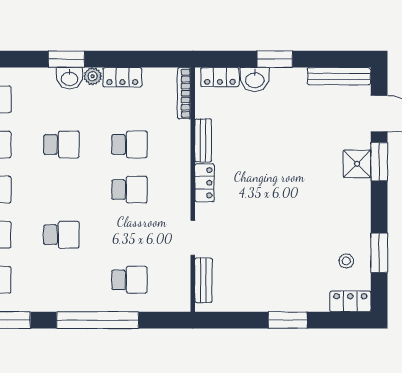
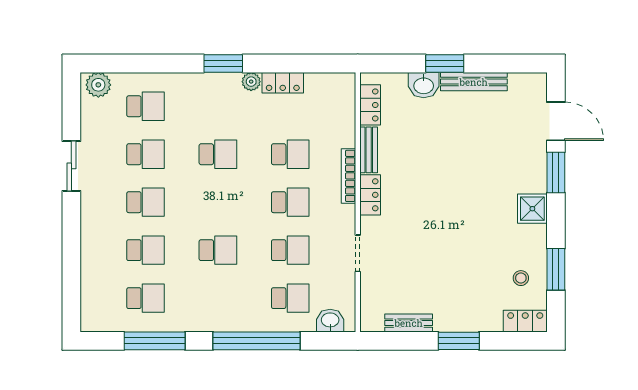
bench: (339, 76) -> (474, 82), moved
locker: (220, 77) -> (370, 105), moved, turned -90
washbasin: (69, 78) -> (330, 321), moved, turned 180
bookcase: (184, 93) -> (348, 176), moved
shower: (357, 164) -> (532, 209), moved
school desk: (129, 235) -> (290, 250), added
bench: (203, 280) -> (409, 323), moved, turned 90

